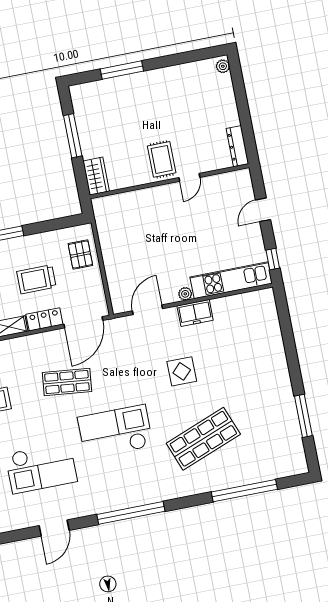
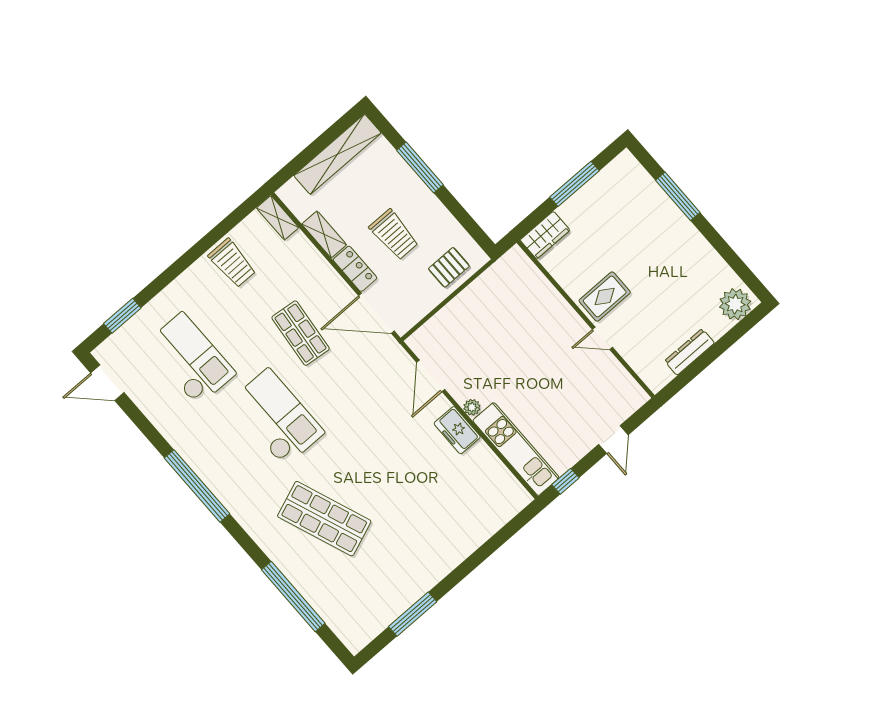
plant: (223, 66) -> (735, 304), width x1.87, depth x1.87
dresser: (237, 146) -> (690, 352), moved
door: (263, 210) -> (613, 440), swing flipped
trolley: (36, 279) -> (394, 235), turned 180
door: (147, 310) -> (431, 376), swing flipped
display table: (182, 371) -> (385, 452), removed
checkout: (41, 468) -> (190, 359), turned 180
door: (54, 528) -> (107, 383), moved

